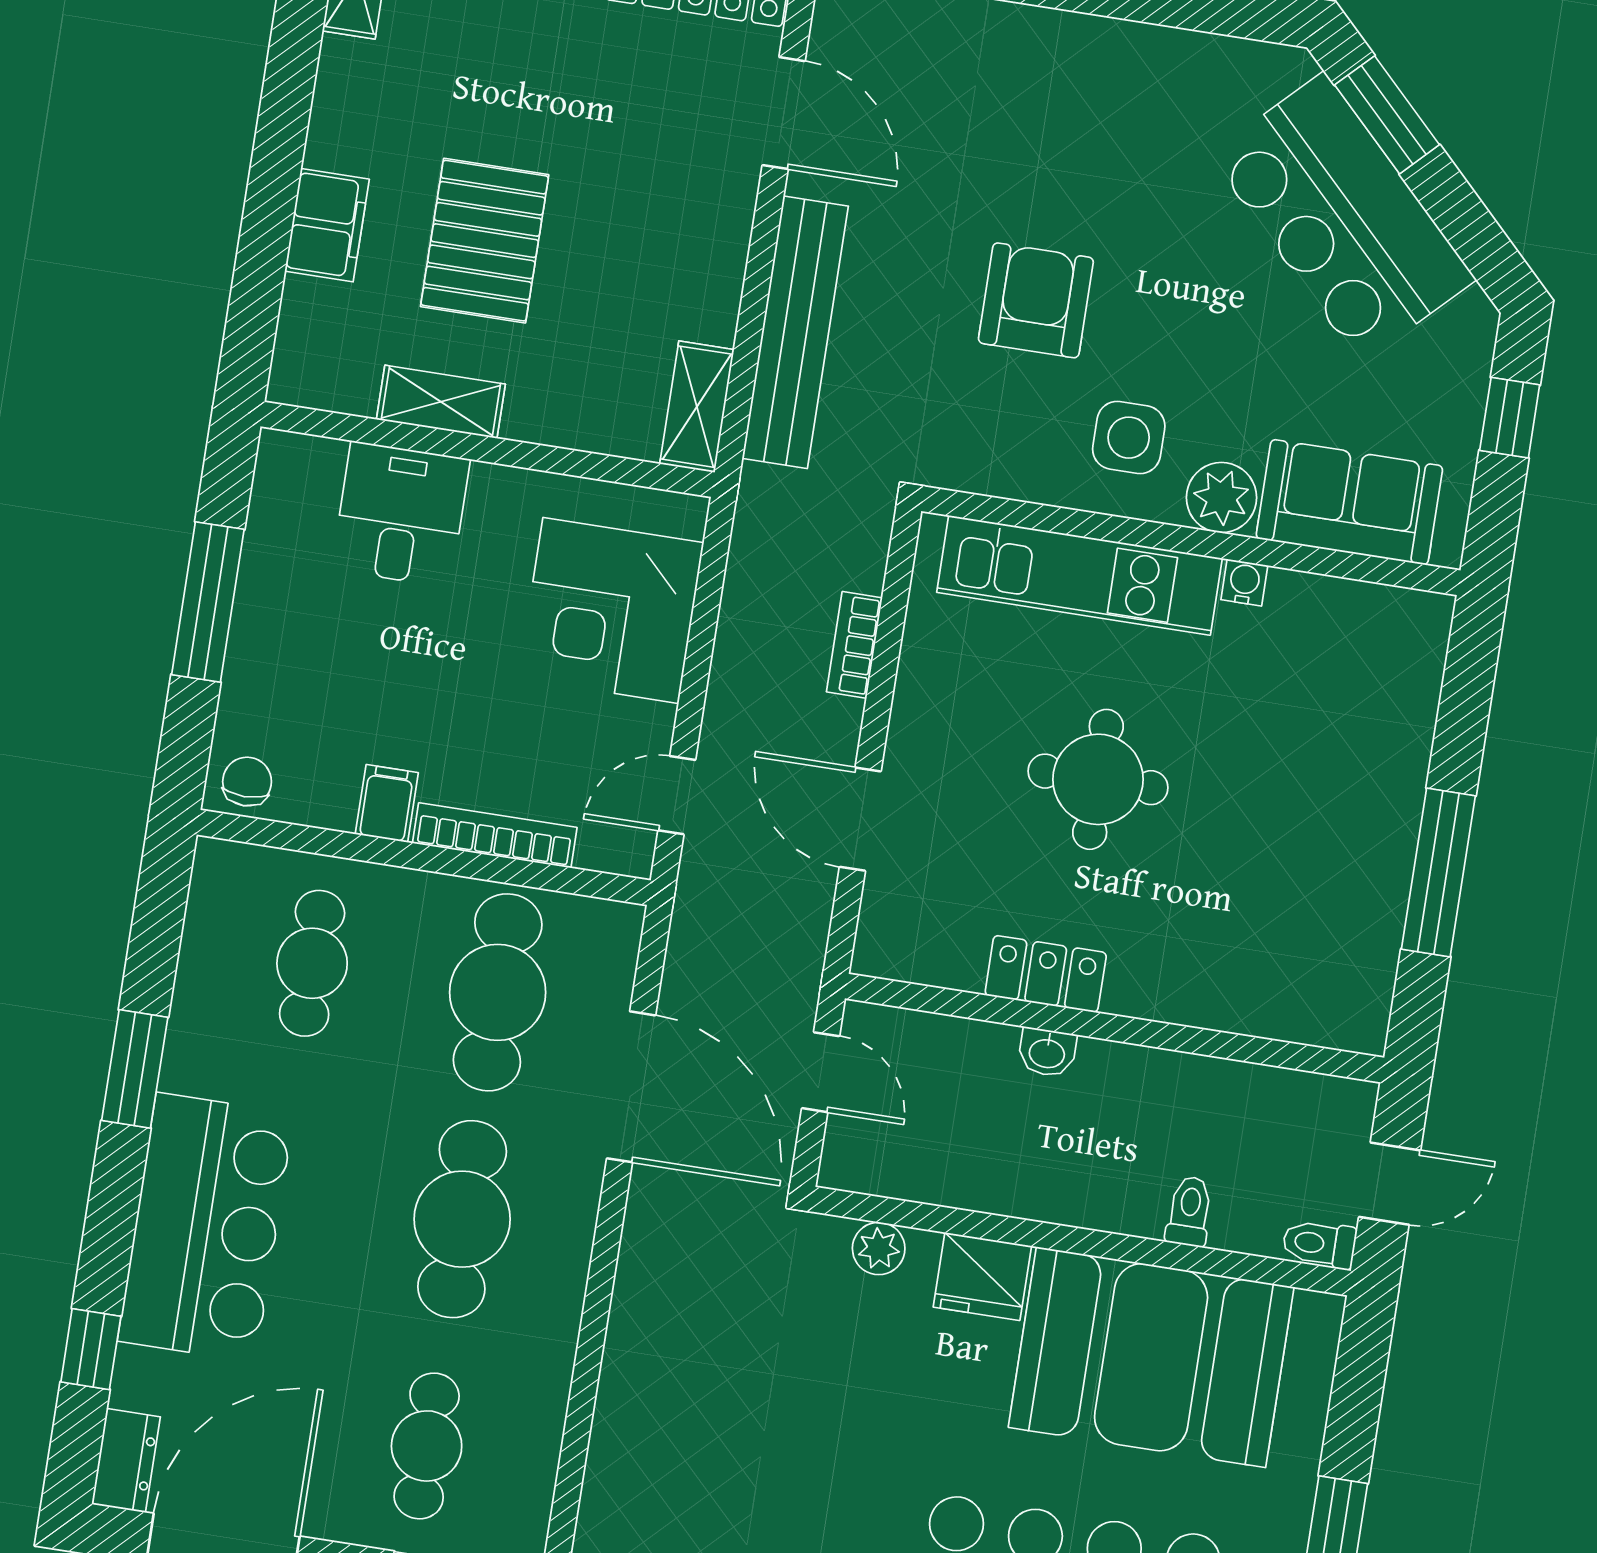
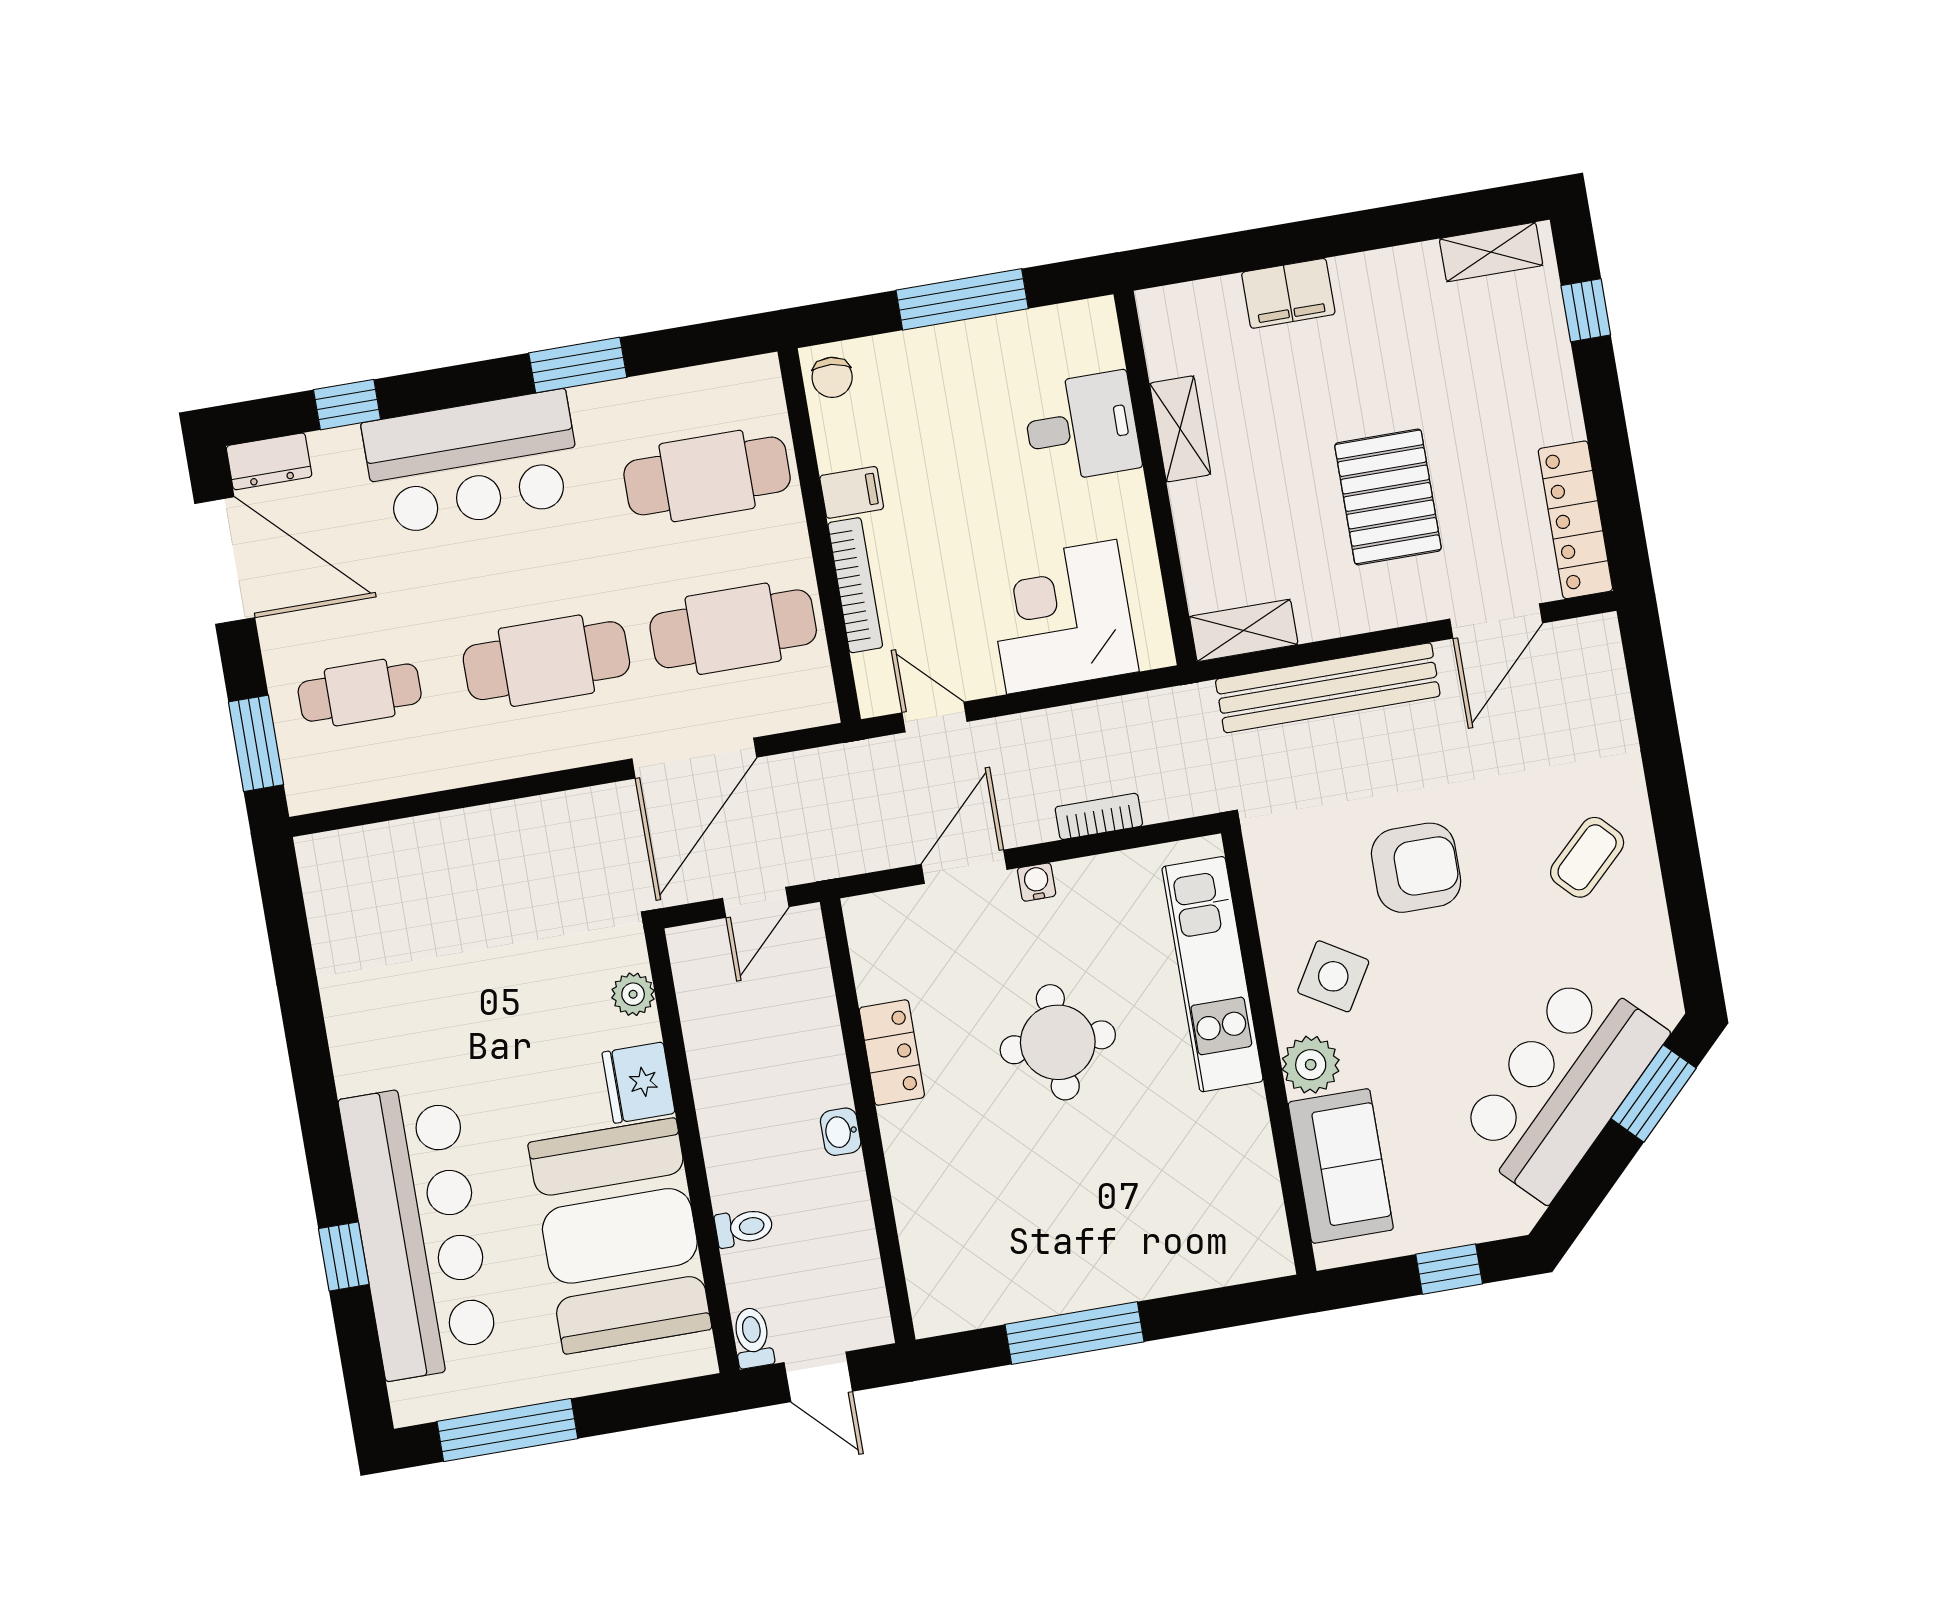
coffee table: (1090, 100) -> (1587, 857), added
pallet: (485, 241) -> (1388, 497), moved, turned 90
side table: (1129, 438) -> (1333, 976), turned 31
water cooler: (1244, 583) -> (1037, 882), moved, turned -90
chair: (247, 782) -> (832, 377), turned 95
cafe table: (312, 963) -> (707, 476), width x1.37, depth x1.35
washbasin: (1047, 1052) -> (841, 1132), moved

